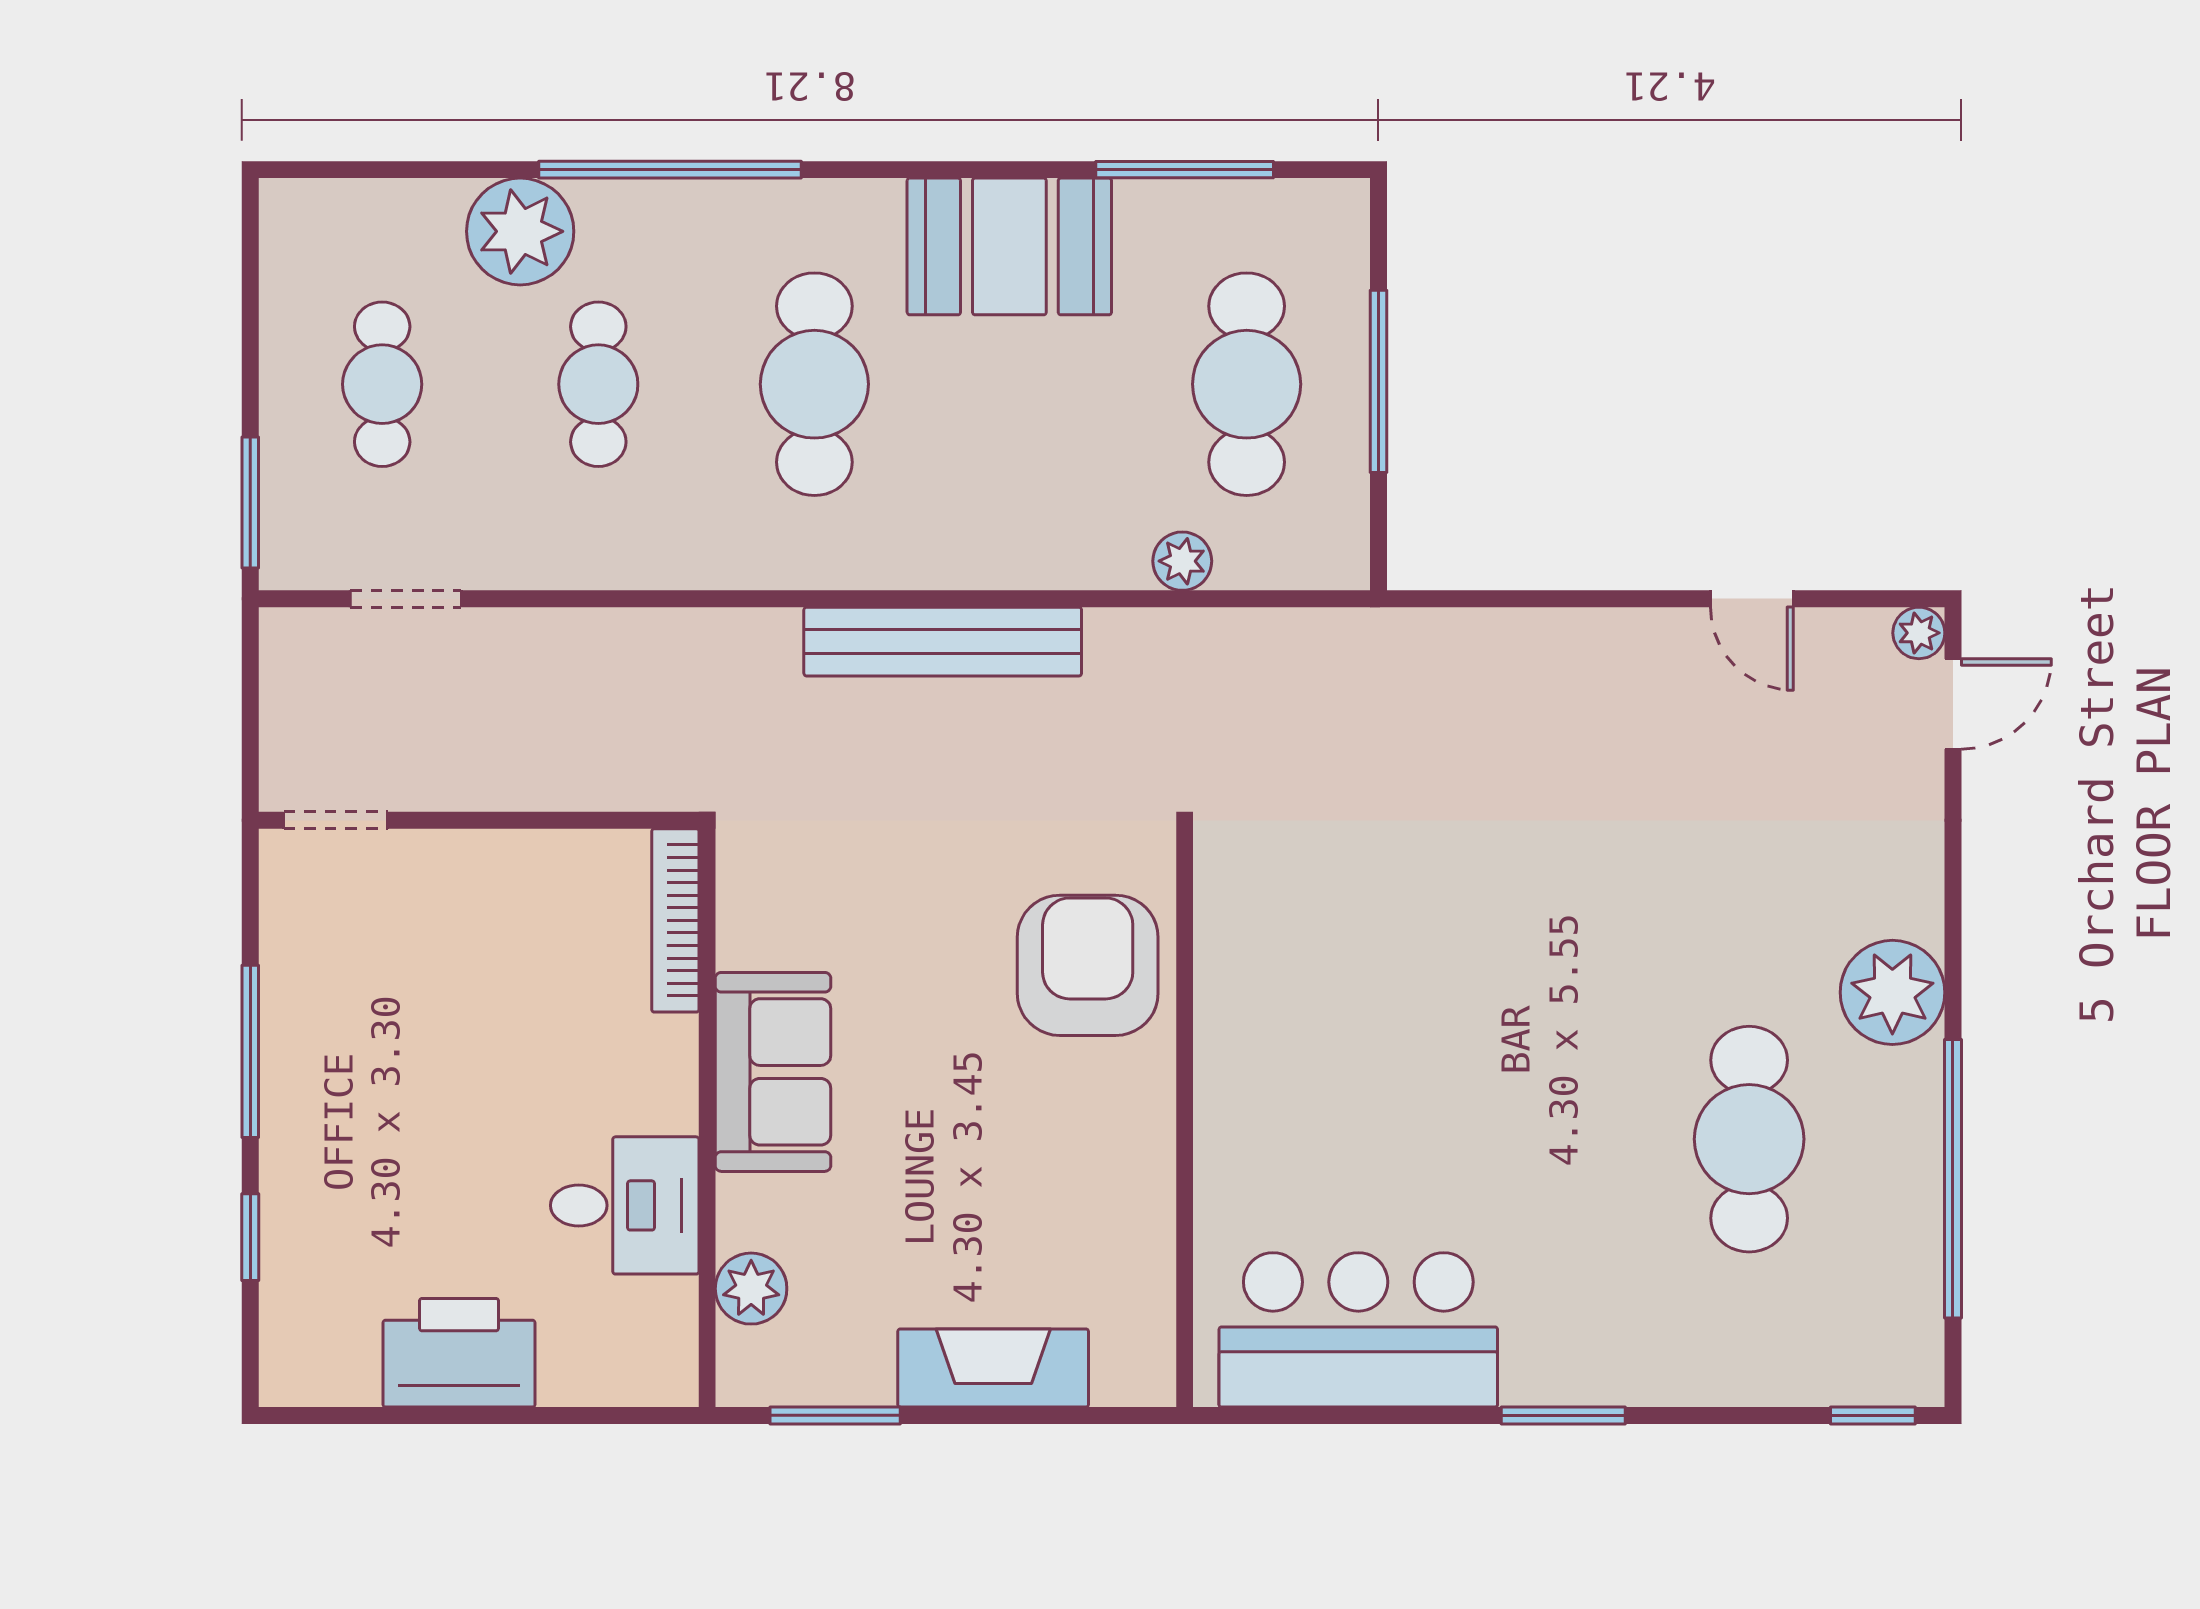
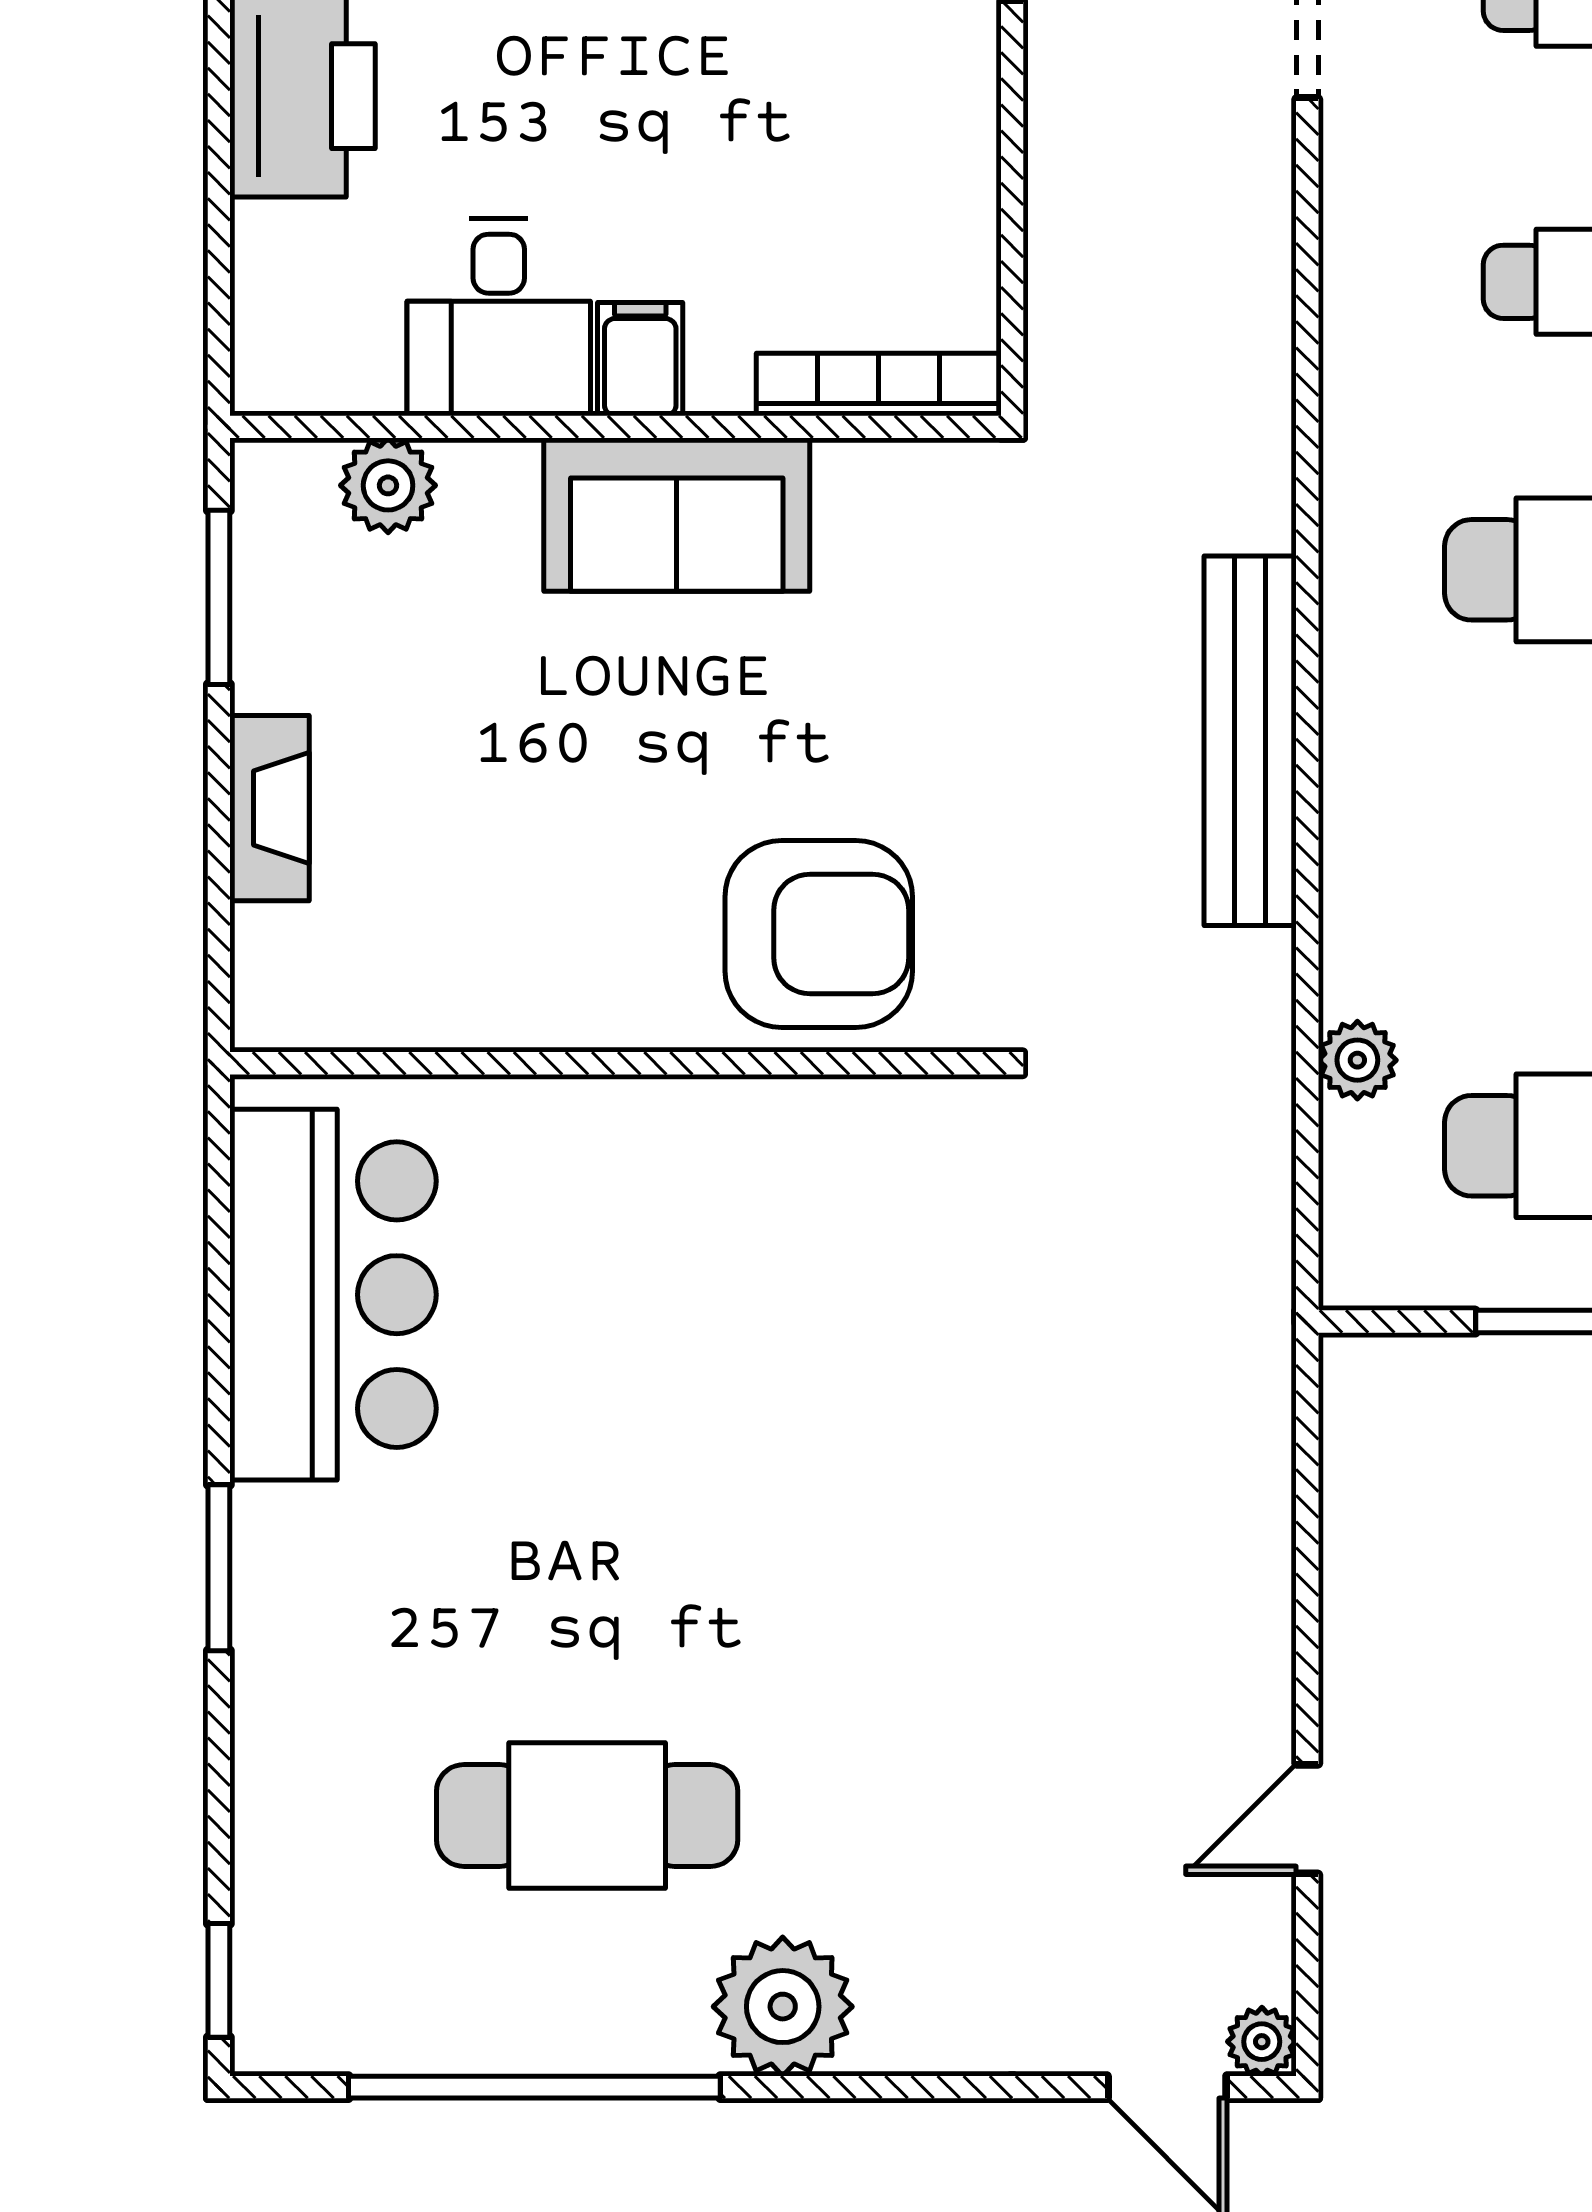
filing cabinet: (656, 1099) -> (640, 359), added
fireplace: (993, 1368) -> (270, 808), width x0.73, depth x0.76

